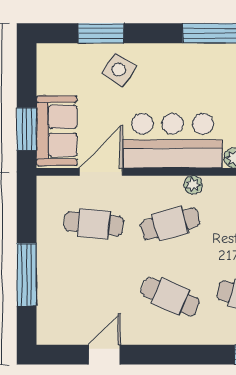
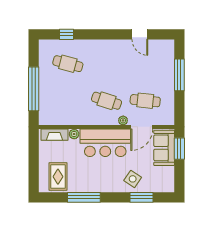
plant: (193, 185) -> (123, 120), moved
cafe table: (170, 224) -> (107, 101), turned 33
cafe table: (170, 297) -> (107, 64), removed
door: (104, 355) -> (140, 34), hinge flipped

